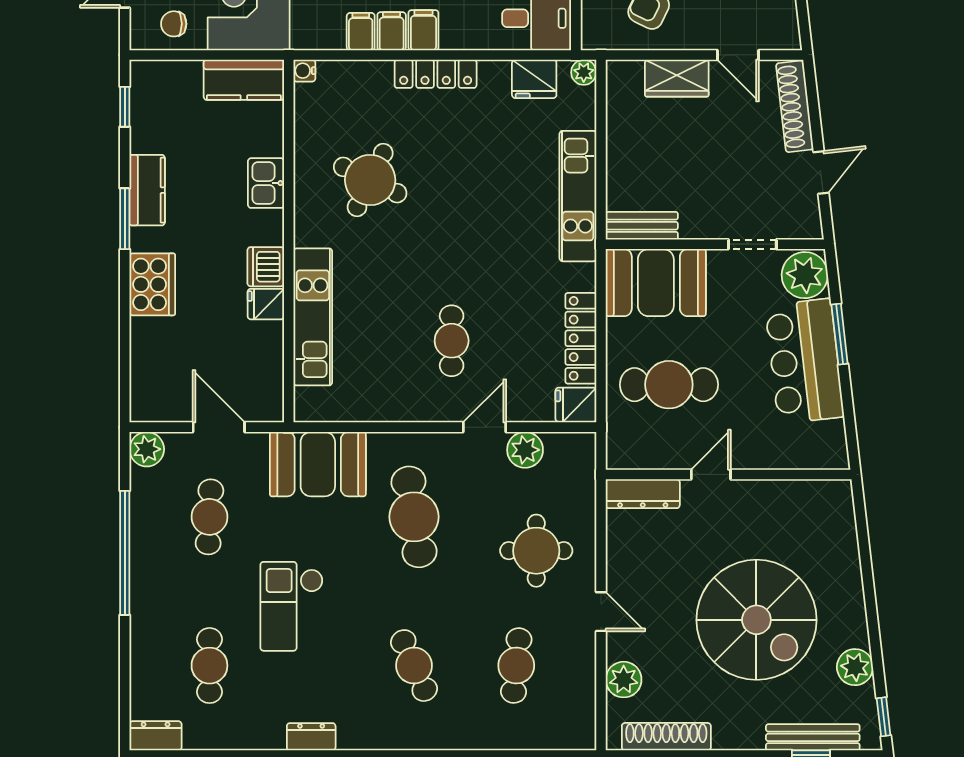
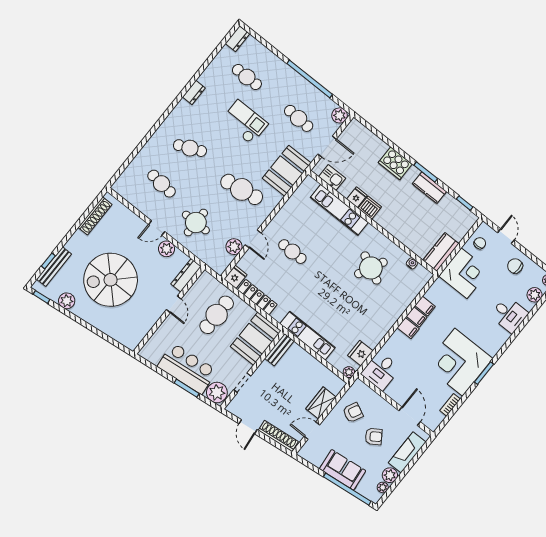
water cooler: (304, 71) -> (412, 263), moved
locker: (436, 74) -> (390, 320), removed
kitchen sink: (266, 183) -> (332, 177), moved
plant: (624, 680) -> (167, 249), moved

